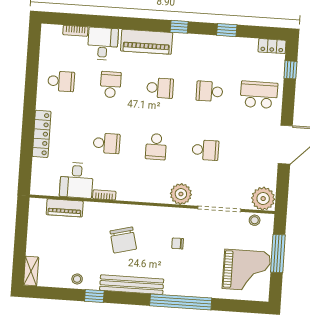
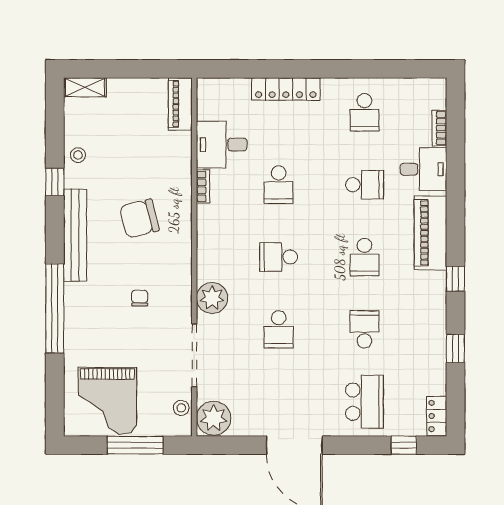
piano: (65, 208) -> (180, 104), moved

